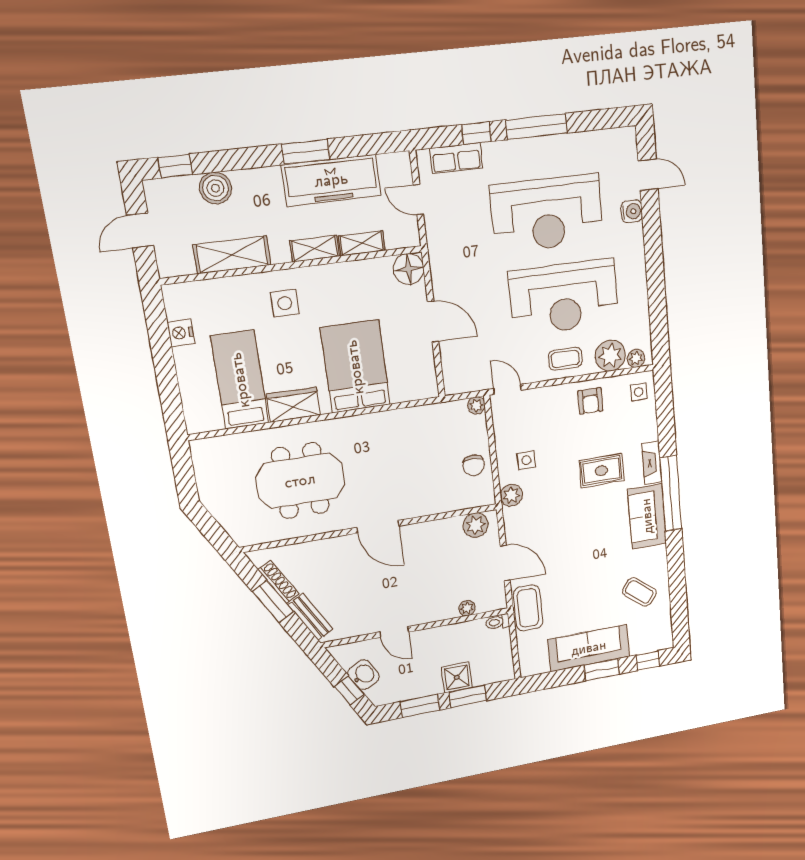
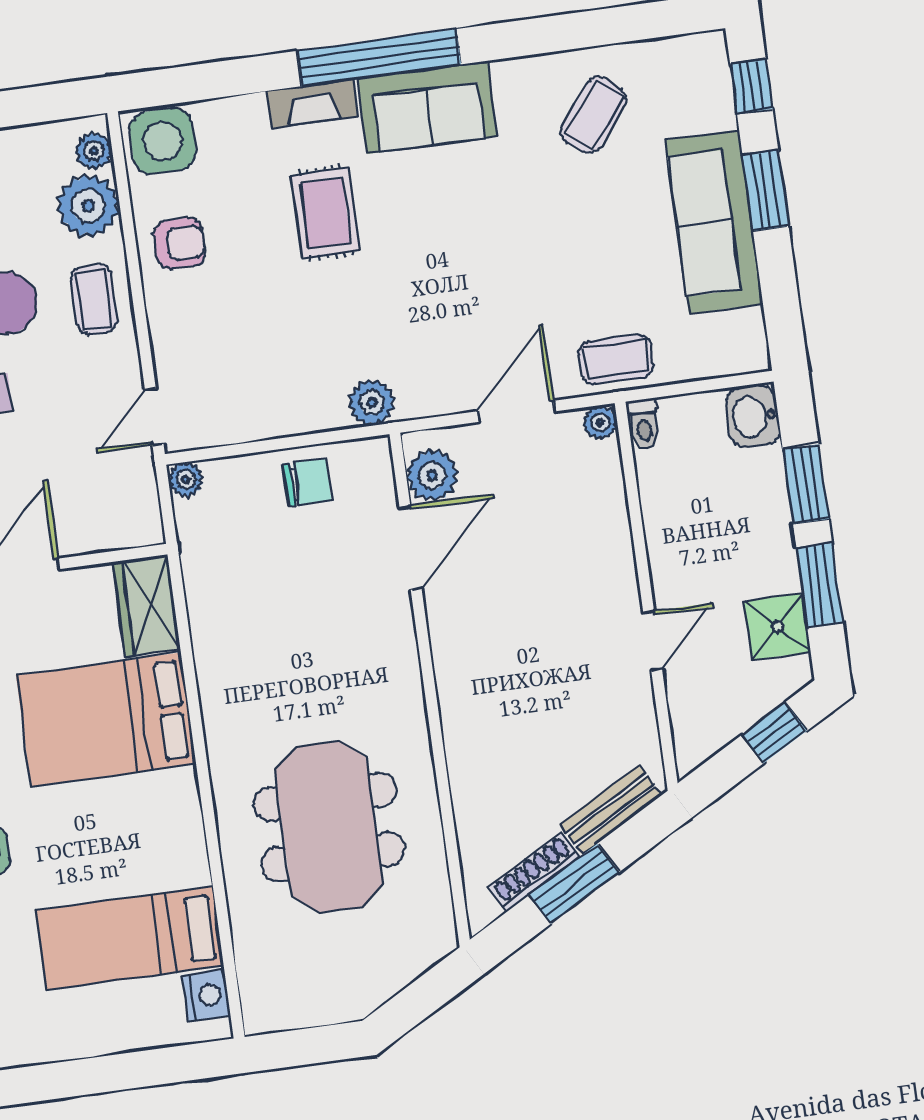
nightstand: (181, 333) -> (206, 995), moved, turned -90
side table: (639, 392) -> (163, 141), width x1.87, depth x1.87
wardrobe: (293, 405) -> (147, 605), moved
side table: (526, 460) -> (300, 373), removed
door: (378, 527) -> (411, 548), moved
plant: (467, 608) -> (600, 422), moved
coffee table: (528, 608) -> (616, 359), width x0.73, depth x0.77
washbasin: (364, 675) -> (753, 416), moved, turned -61
shower: (457, 677) -> (777, 627), moved

